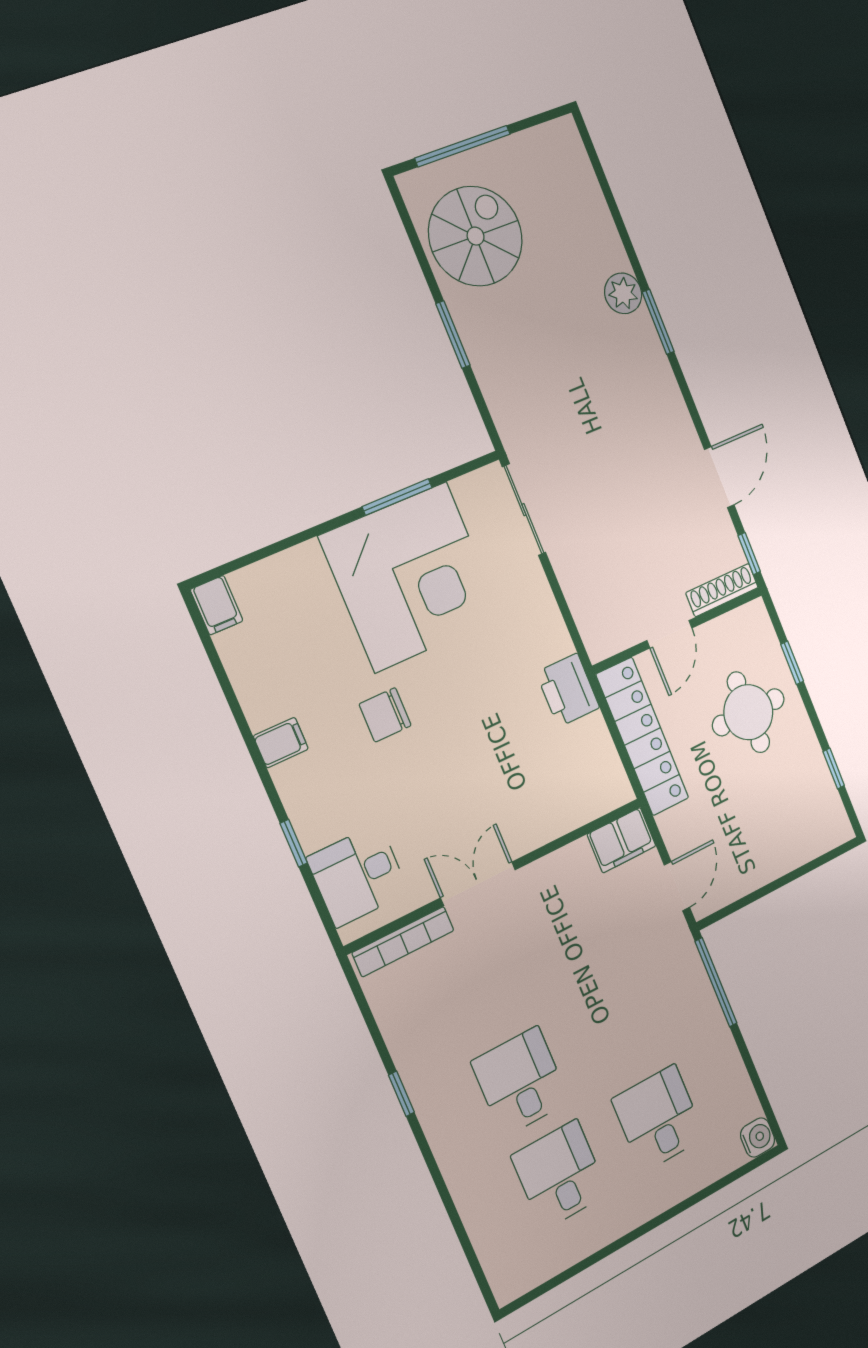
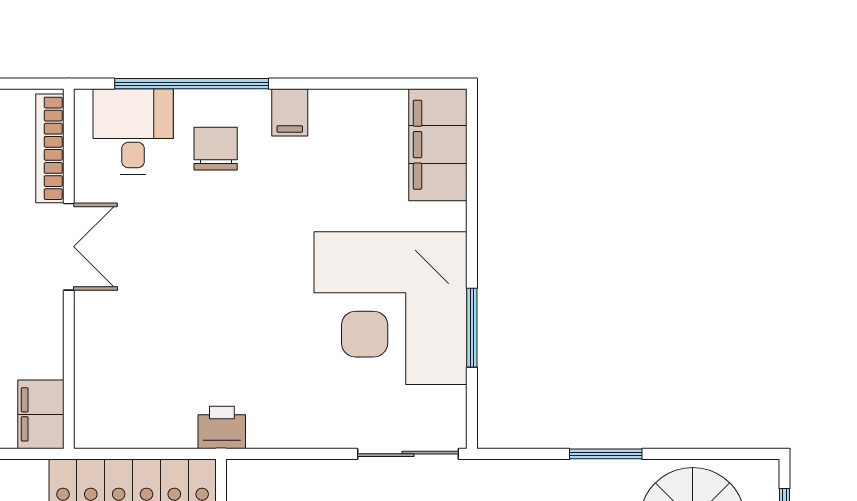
filing cabinet: (217, 605) -> (438, 145), width x3.00, depth x1.17
printer: (568, 690) -> (222, 427), width x0.73, depth x0.81
chair: (385, 715) -> (216, 149), moved
window: (294, 843) -> (192, 84), width x3.17

